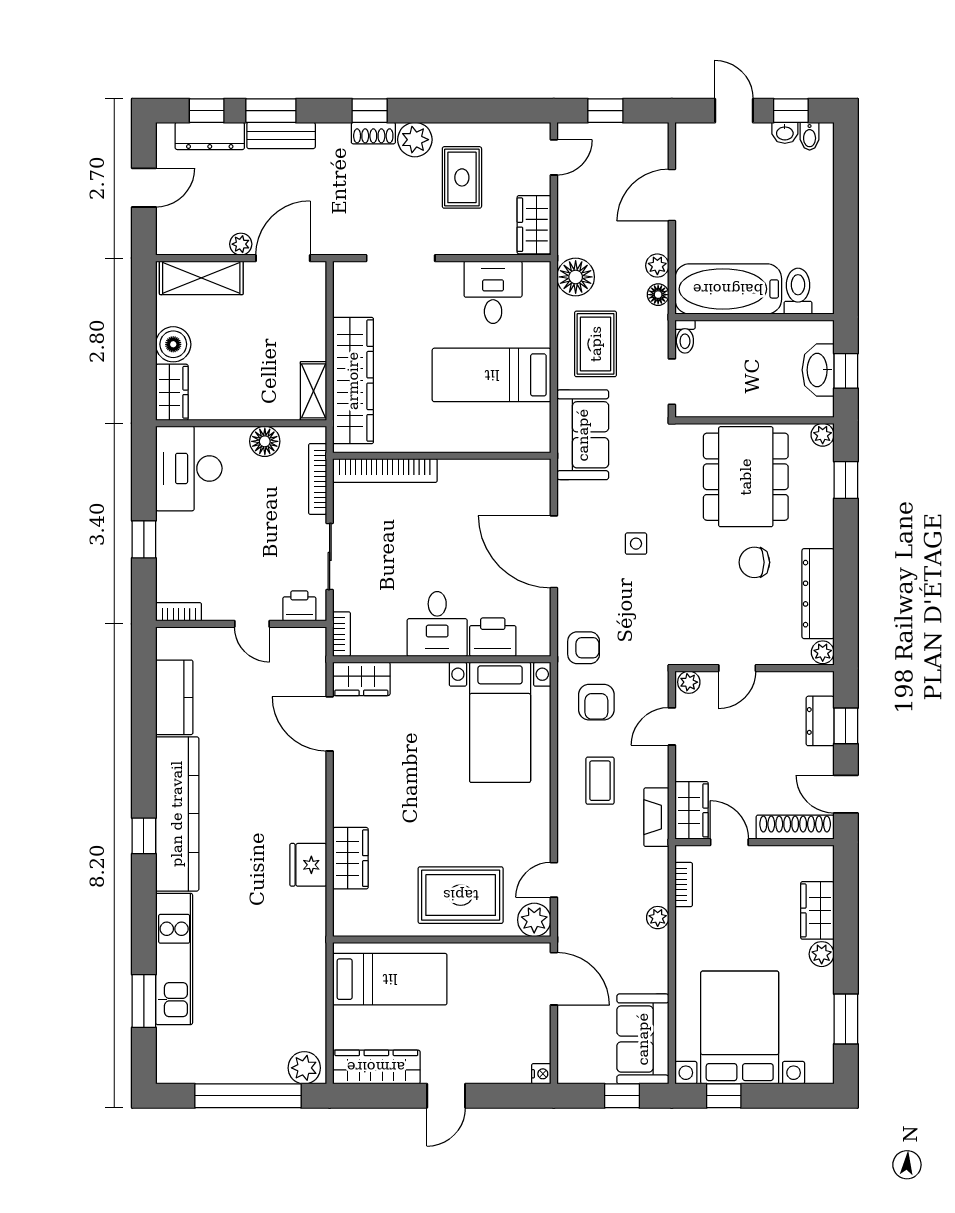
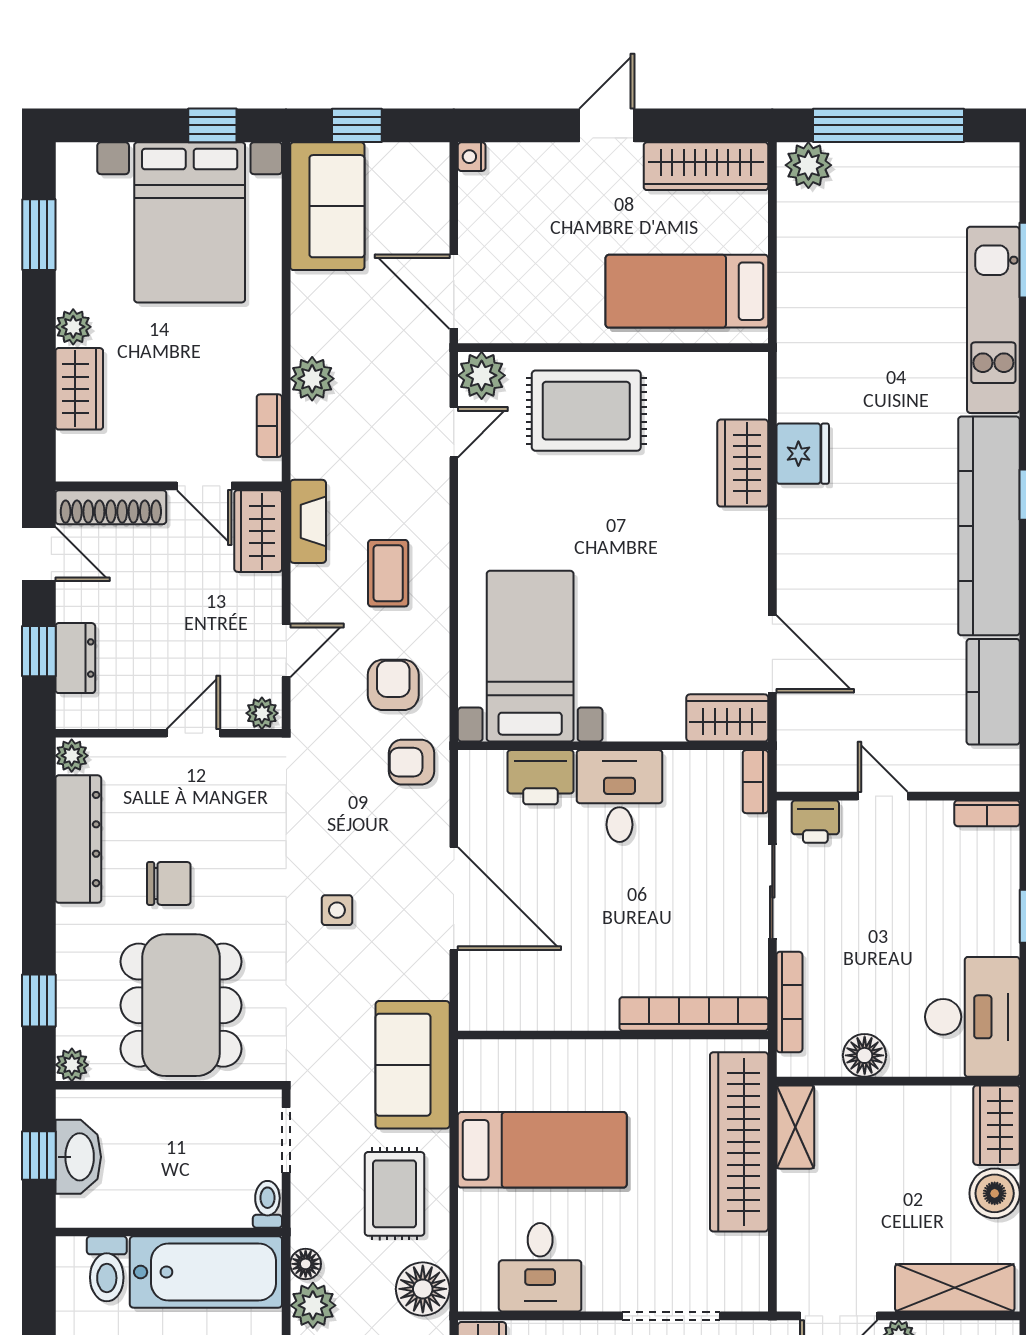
plant: (657, 266) -> (313, 1305), width x1.38, depth x1.38
plant: (658, 918) -> (312, 379), width x1.38, depth x1.38

